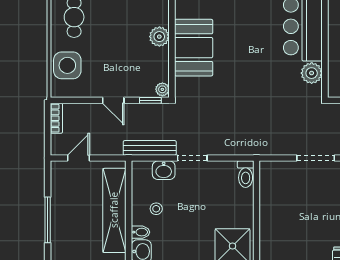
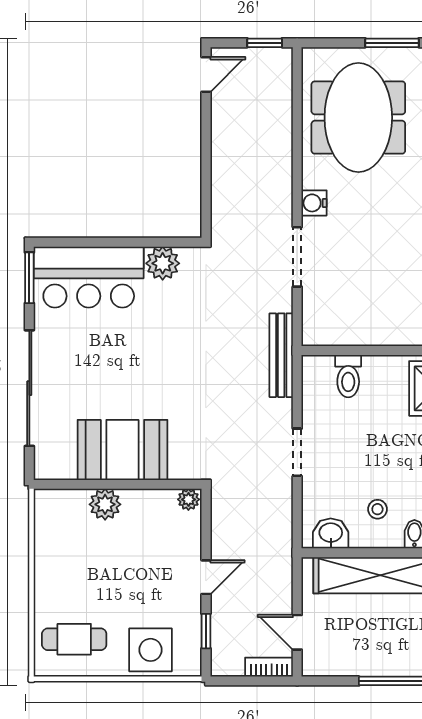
window: (150, 100) -> (206, 631), moved
bookcase: (56, 118) -> (269, 667), moved
bench: (150, 148) -> (281, 355), moved
washbasin: (164, 170) -> (331, 533), moved, turned -90
toilet: (246, 174) -> (348, 376), moved, turned 90

